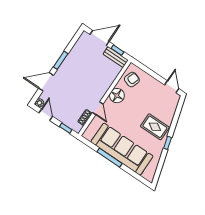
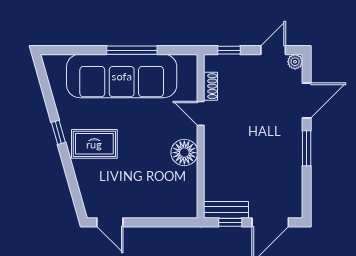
armchair: (132, 80) -> (178, 192), removed
door: (46, 115) -> (273, 50), swing flipped

